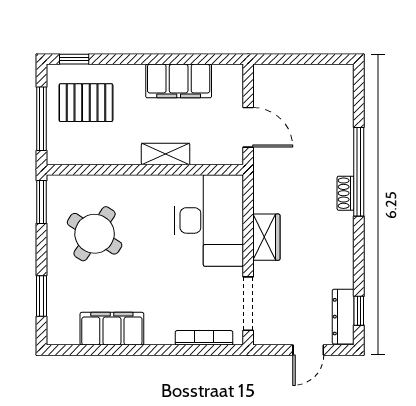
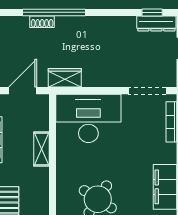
shoe rack: (346, 193) -> (42, 22), moved
wardrobe: (266, 237) -> (65, 78), moved

